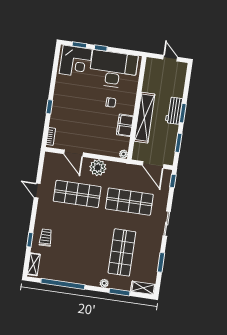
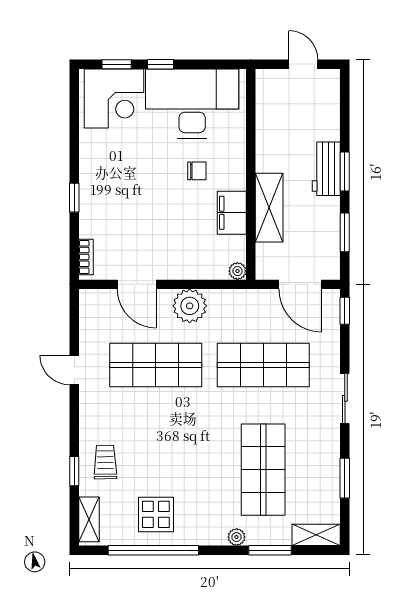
shelving: (145, 118) -> (269, 208), width x0.68
display table: (67, 267) -> (156, 514), added

